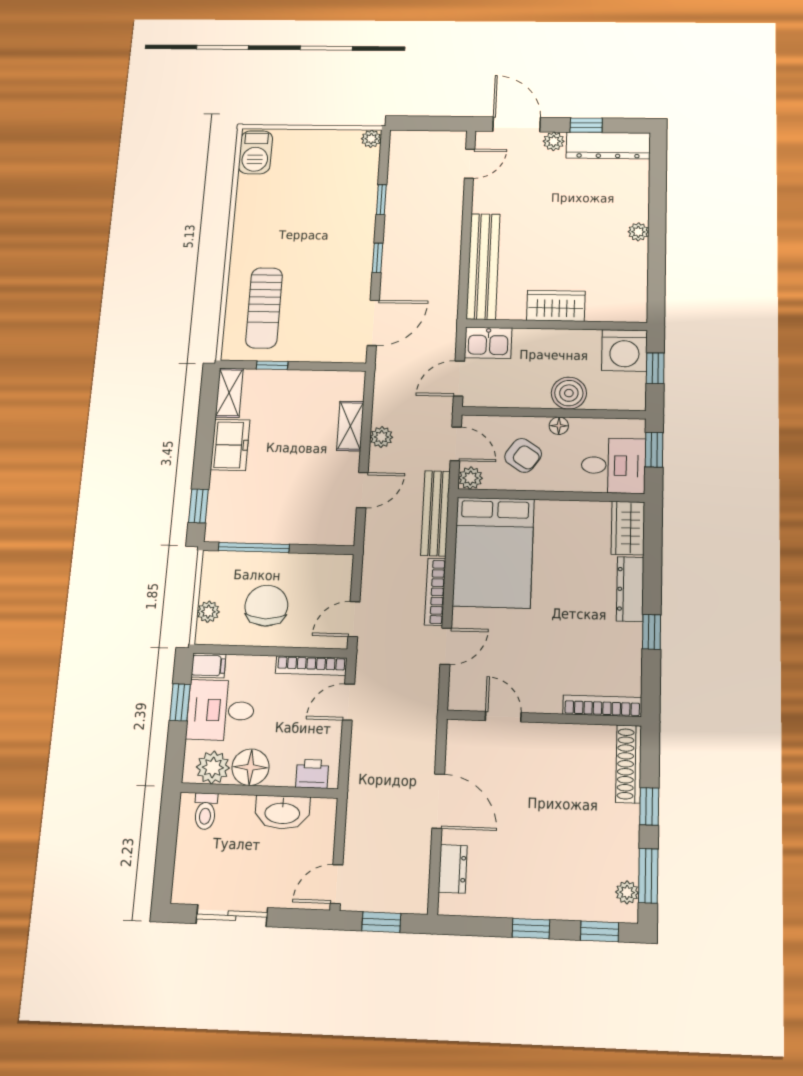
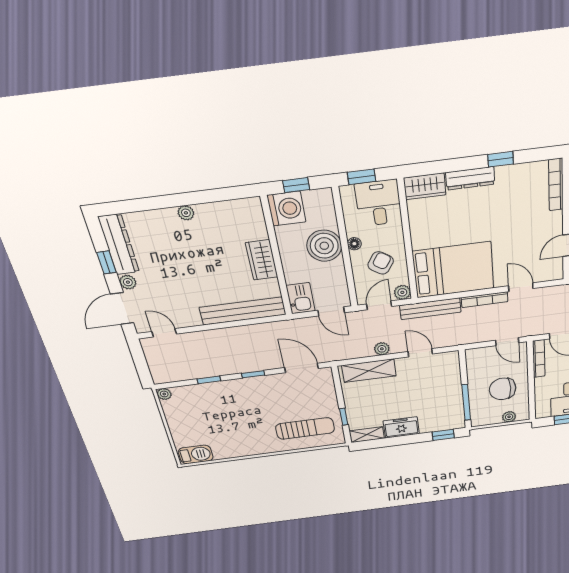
boiler: (569, 393) -> (324, 246), width x1.37, depth x1.37
shelving: (350, 426) -> (369, 371), width x1.50, depth x1.33
filing cabinet: (209, 666) -> (542, 410), removed

